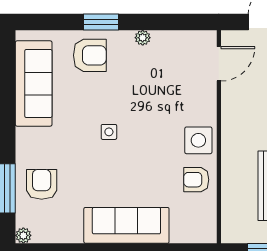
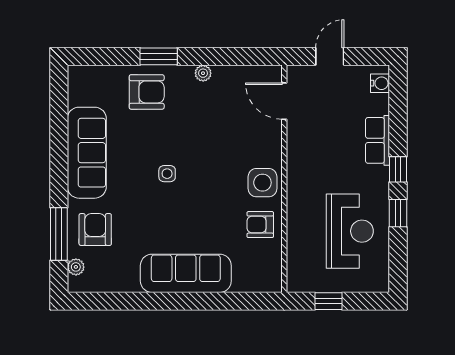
door: (219, 64) -> (284, 101), swing flipped
sofa: (34, 83) -> (87, 153), moved
plant: (23, 235) -> (76, 267), moved

